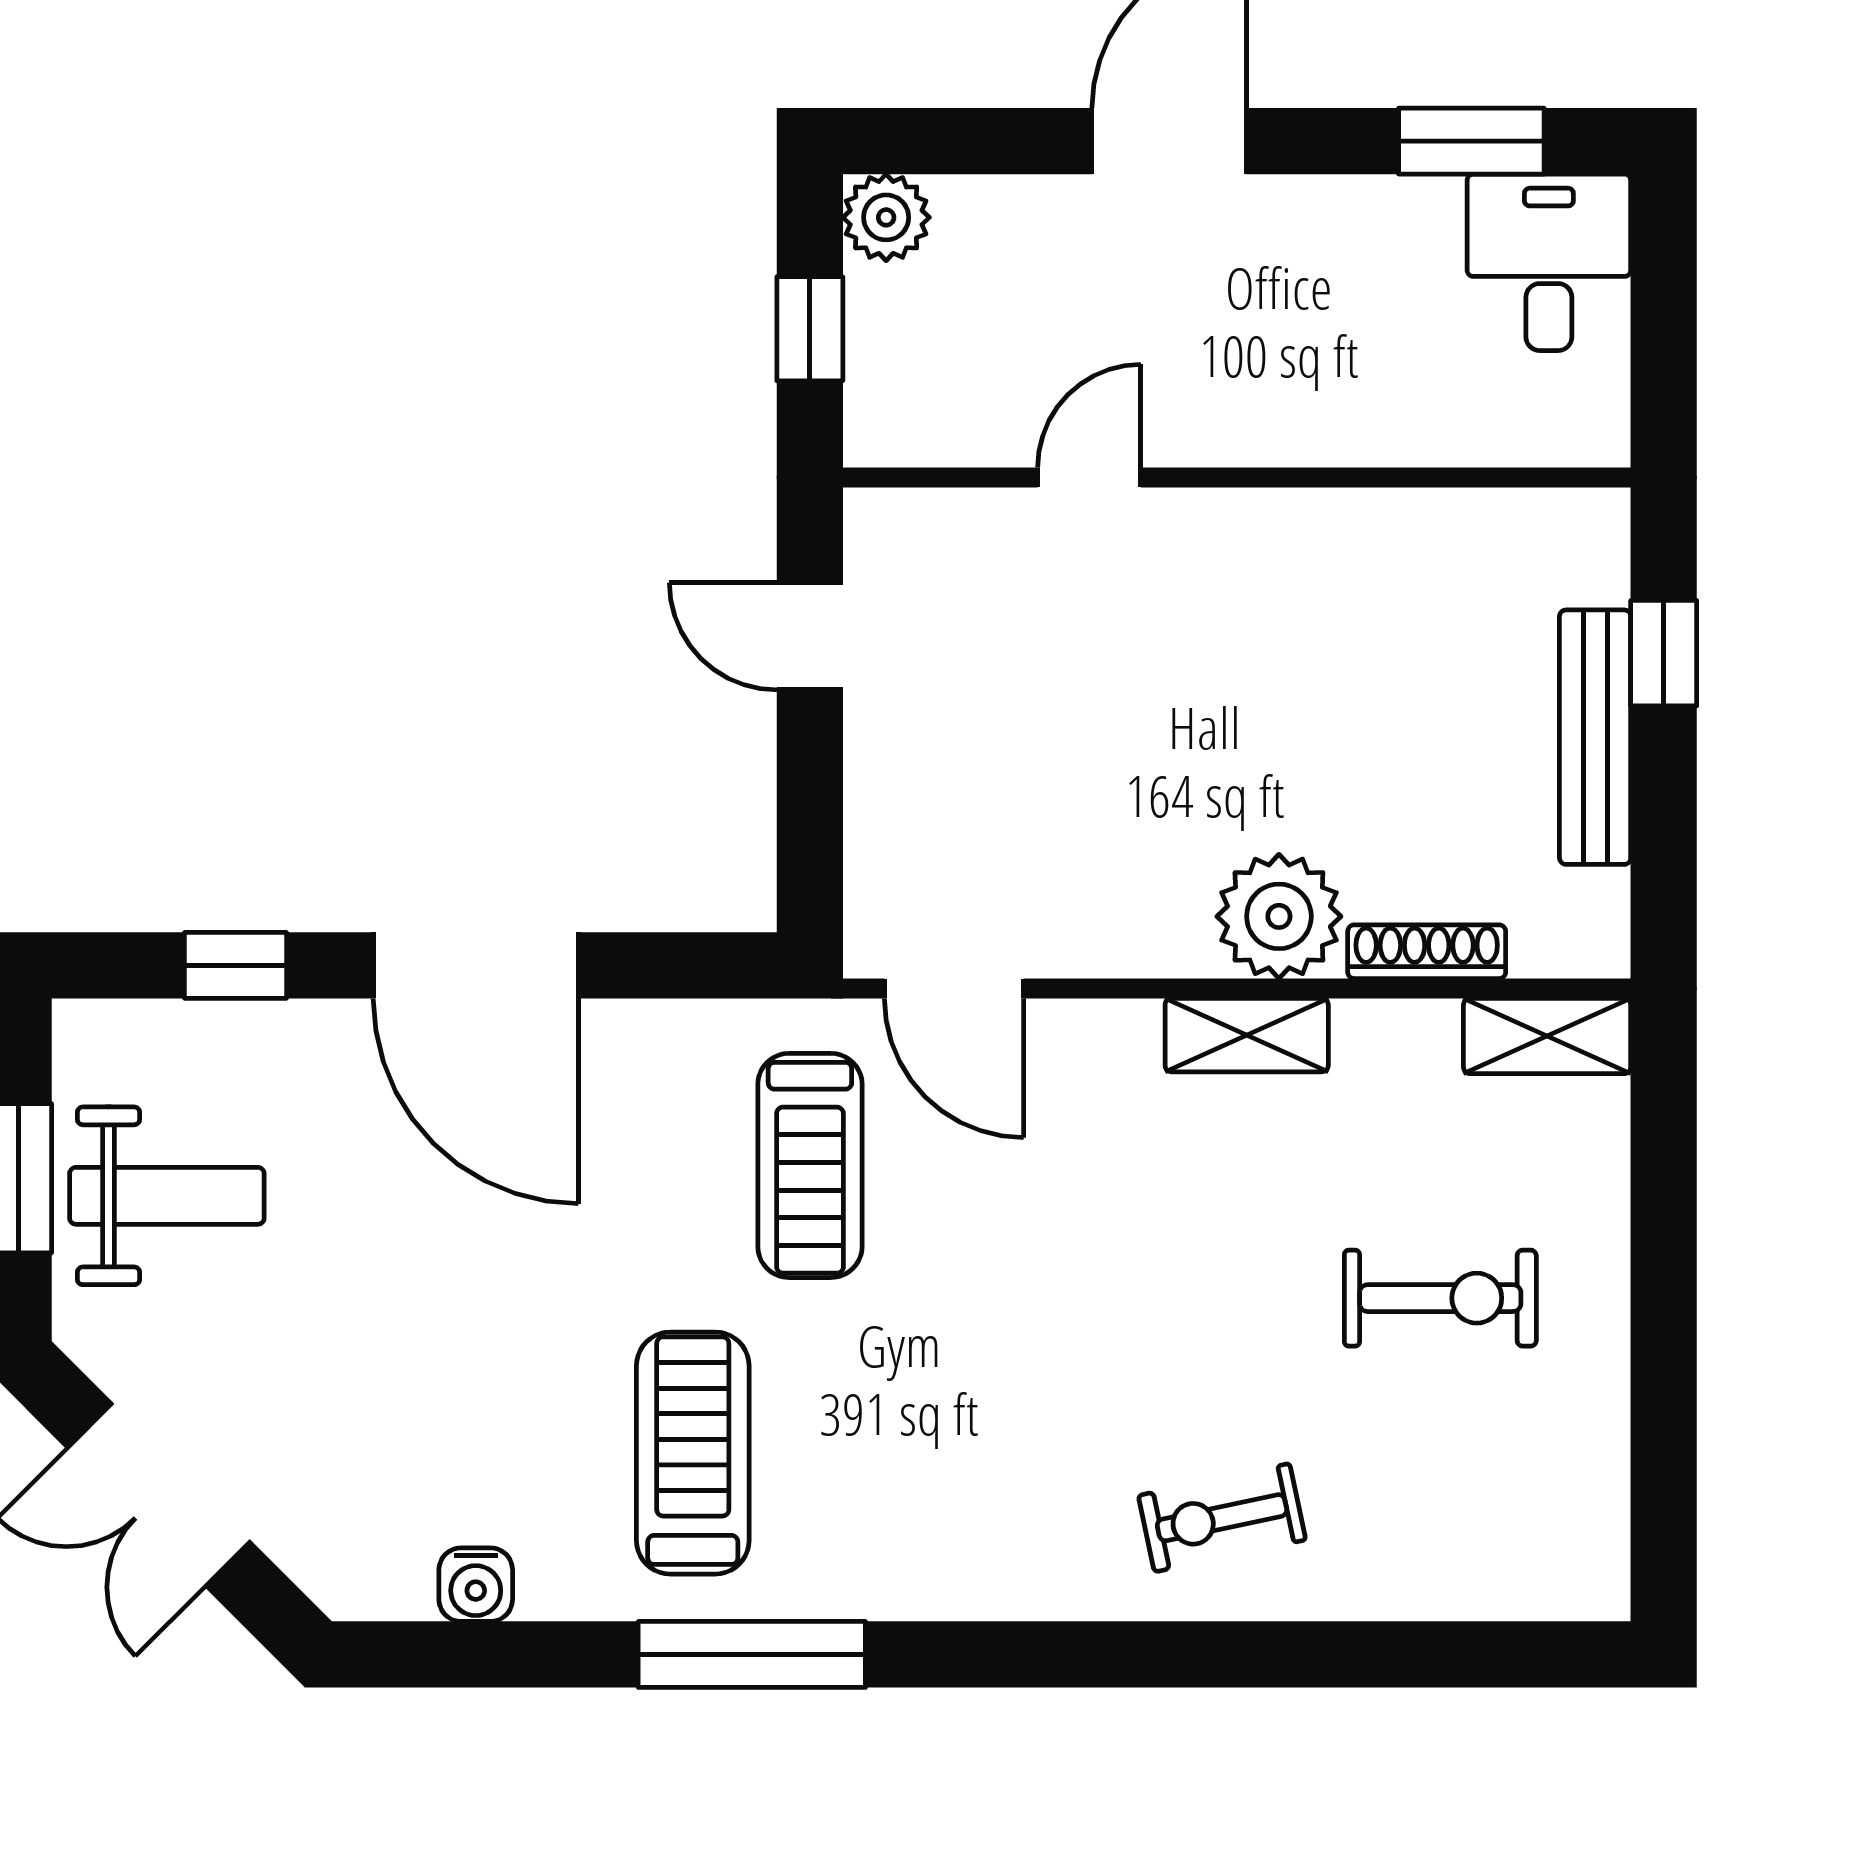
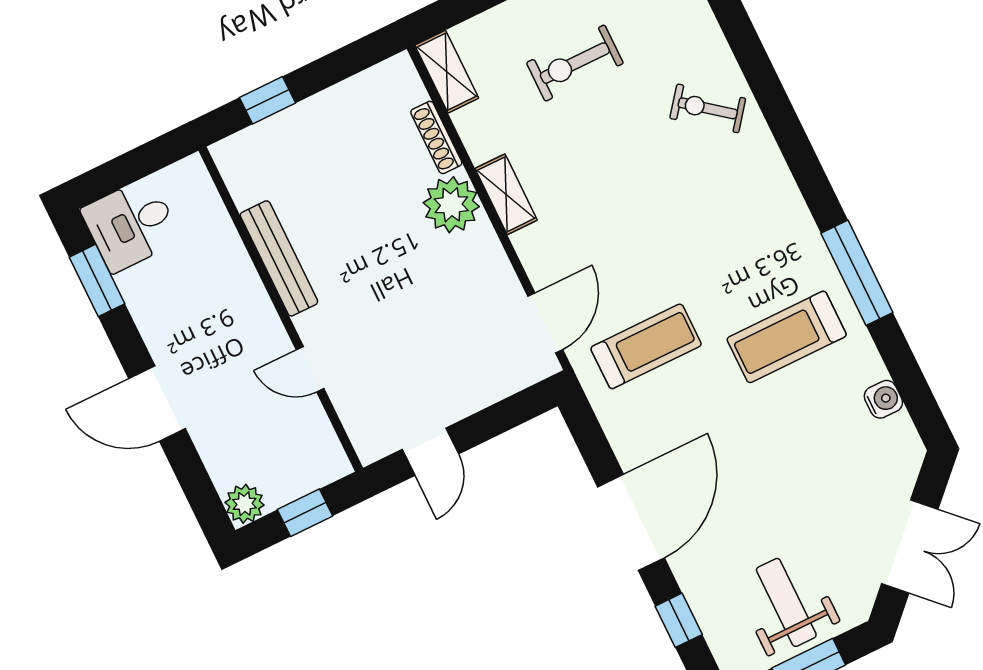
bench: (1595, 737) -> (279, 258), moved, turned 90
exercise bike: (1440, 1298) -> (575, 63), turned -90
exercise bike: (1222, 1518) -> (708, 108), turned 140

